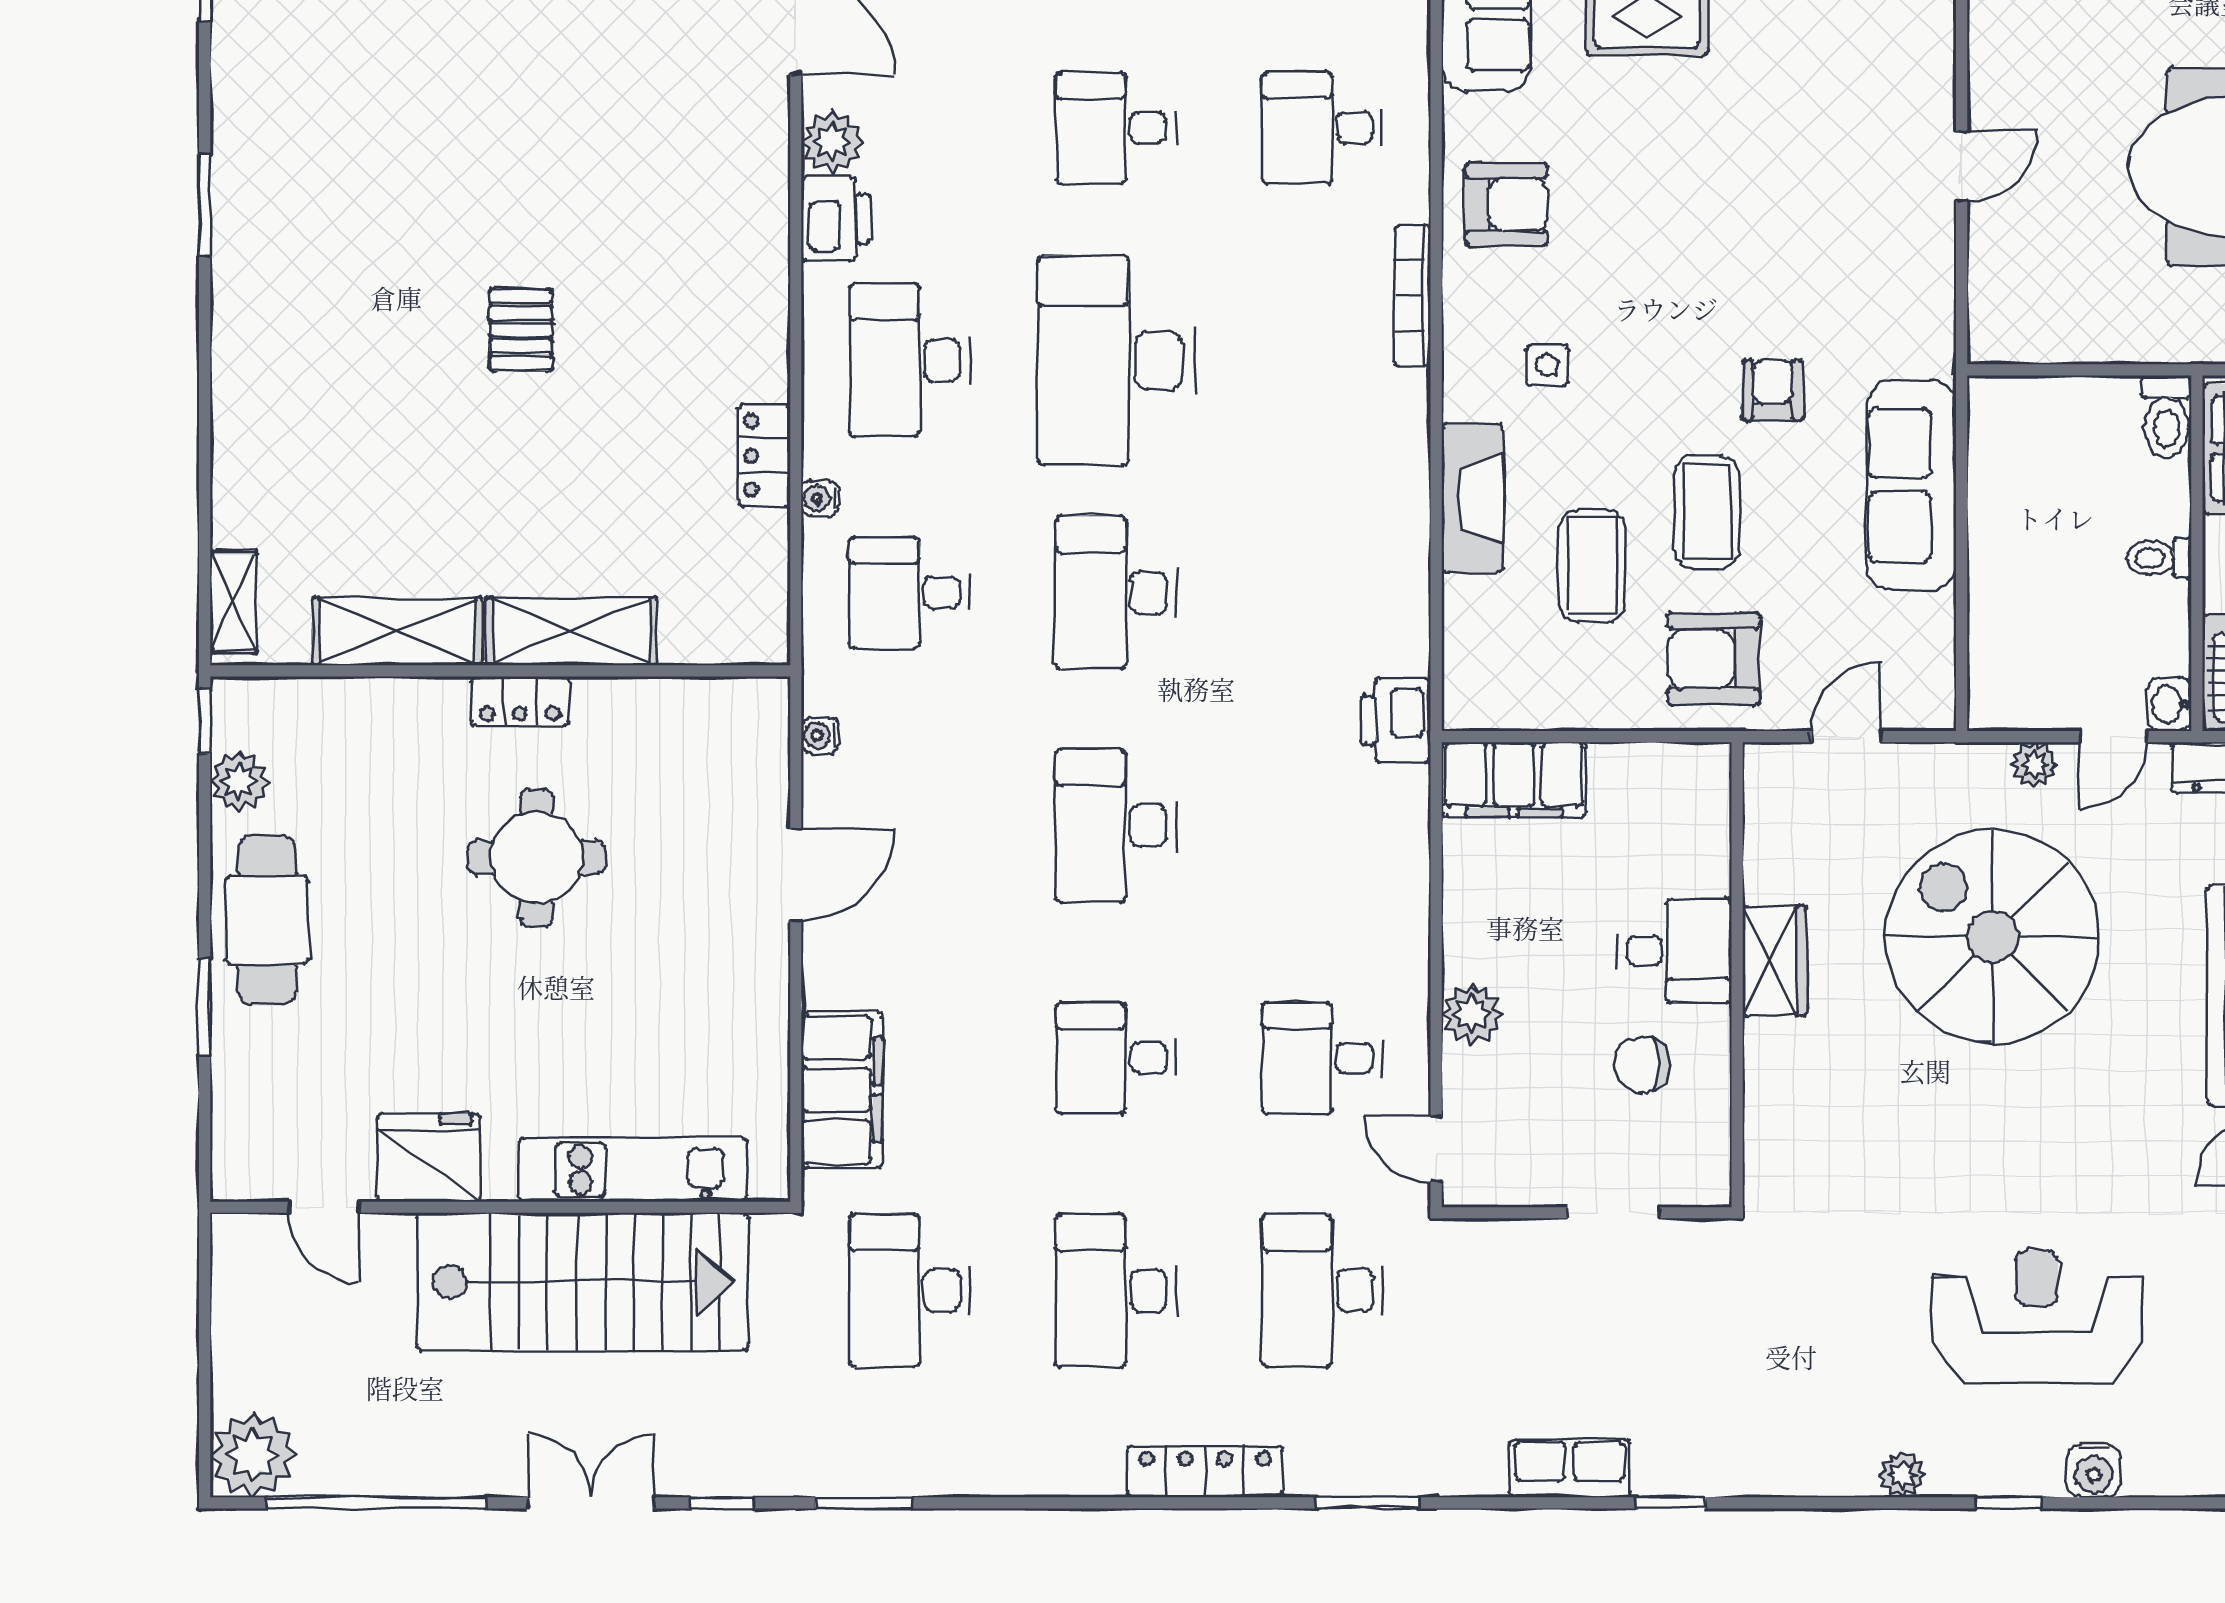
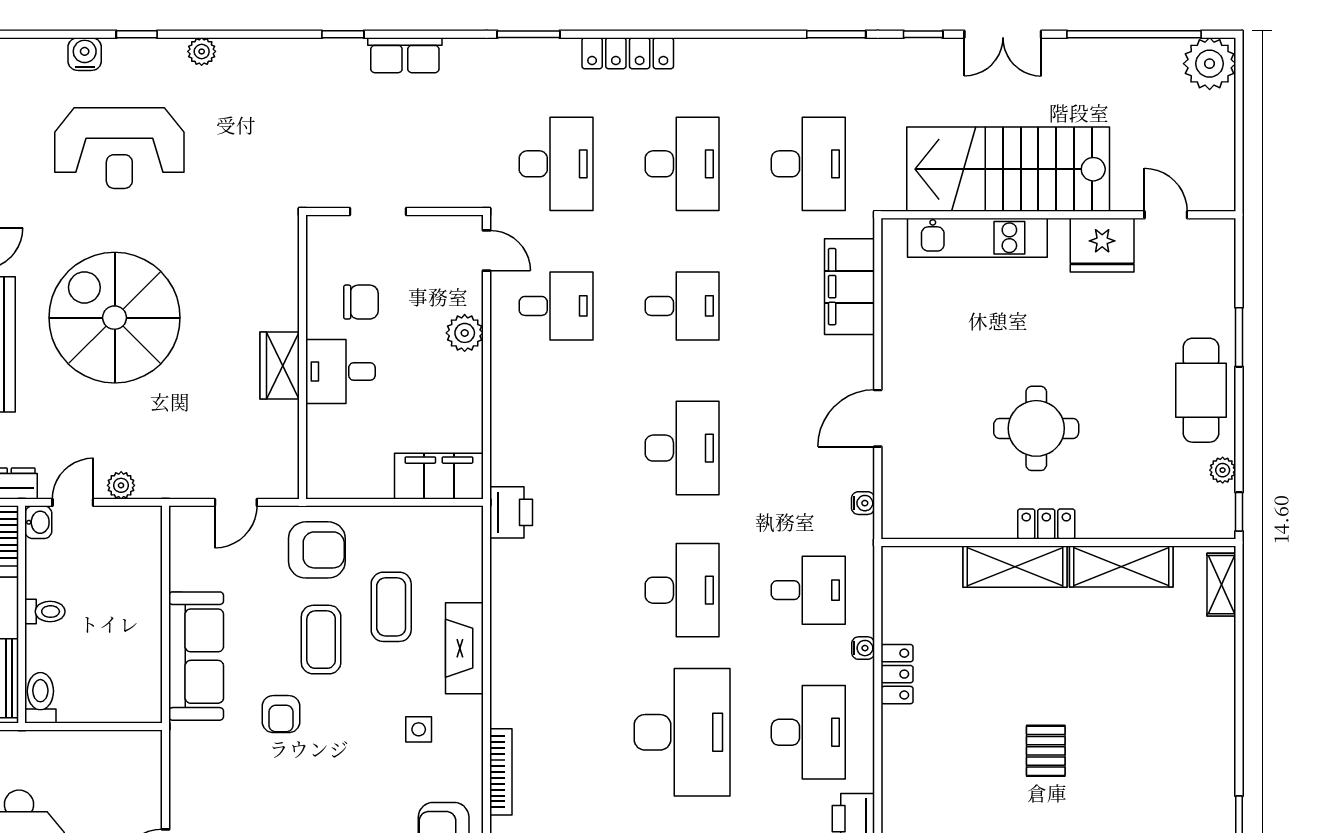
plant: (239, 781) -> (1223, 470), width x0.73, depth x0.73
spiral stairs: (1992, 937) -> (115, 318), moved, turned 180

